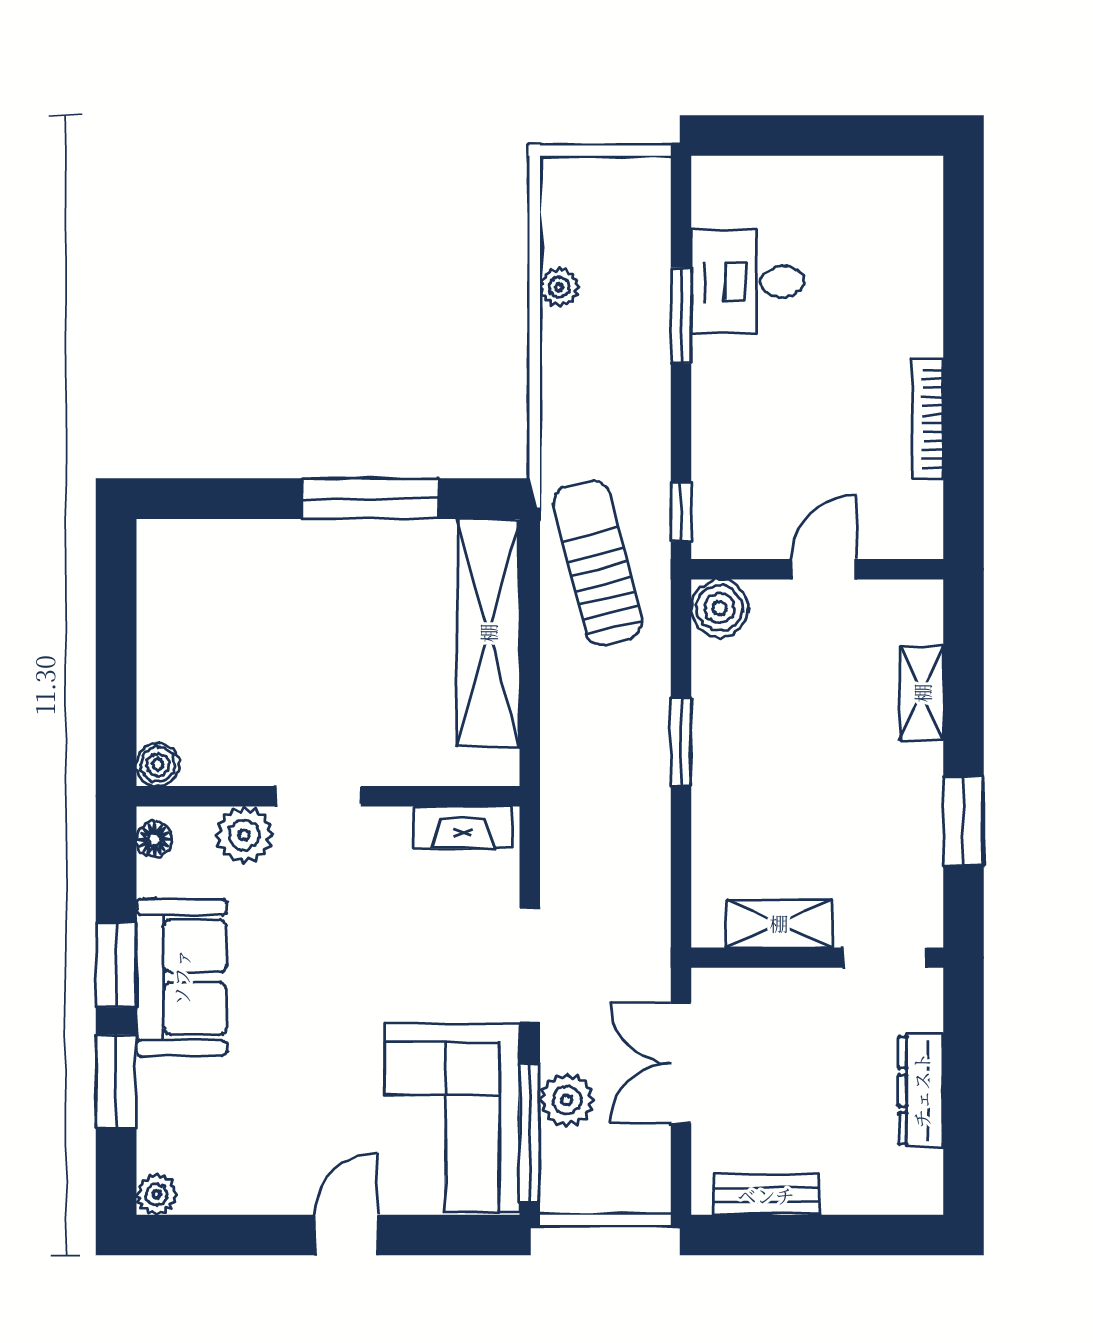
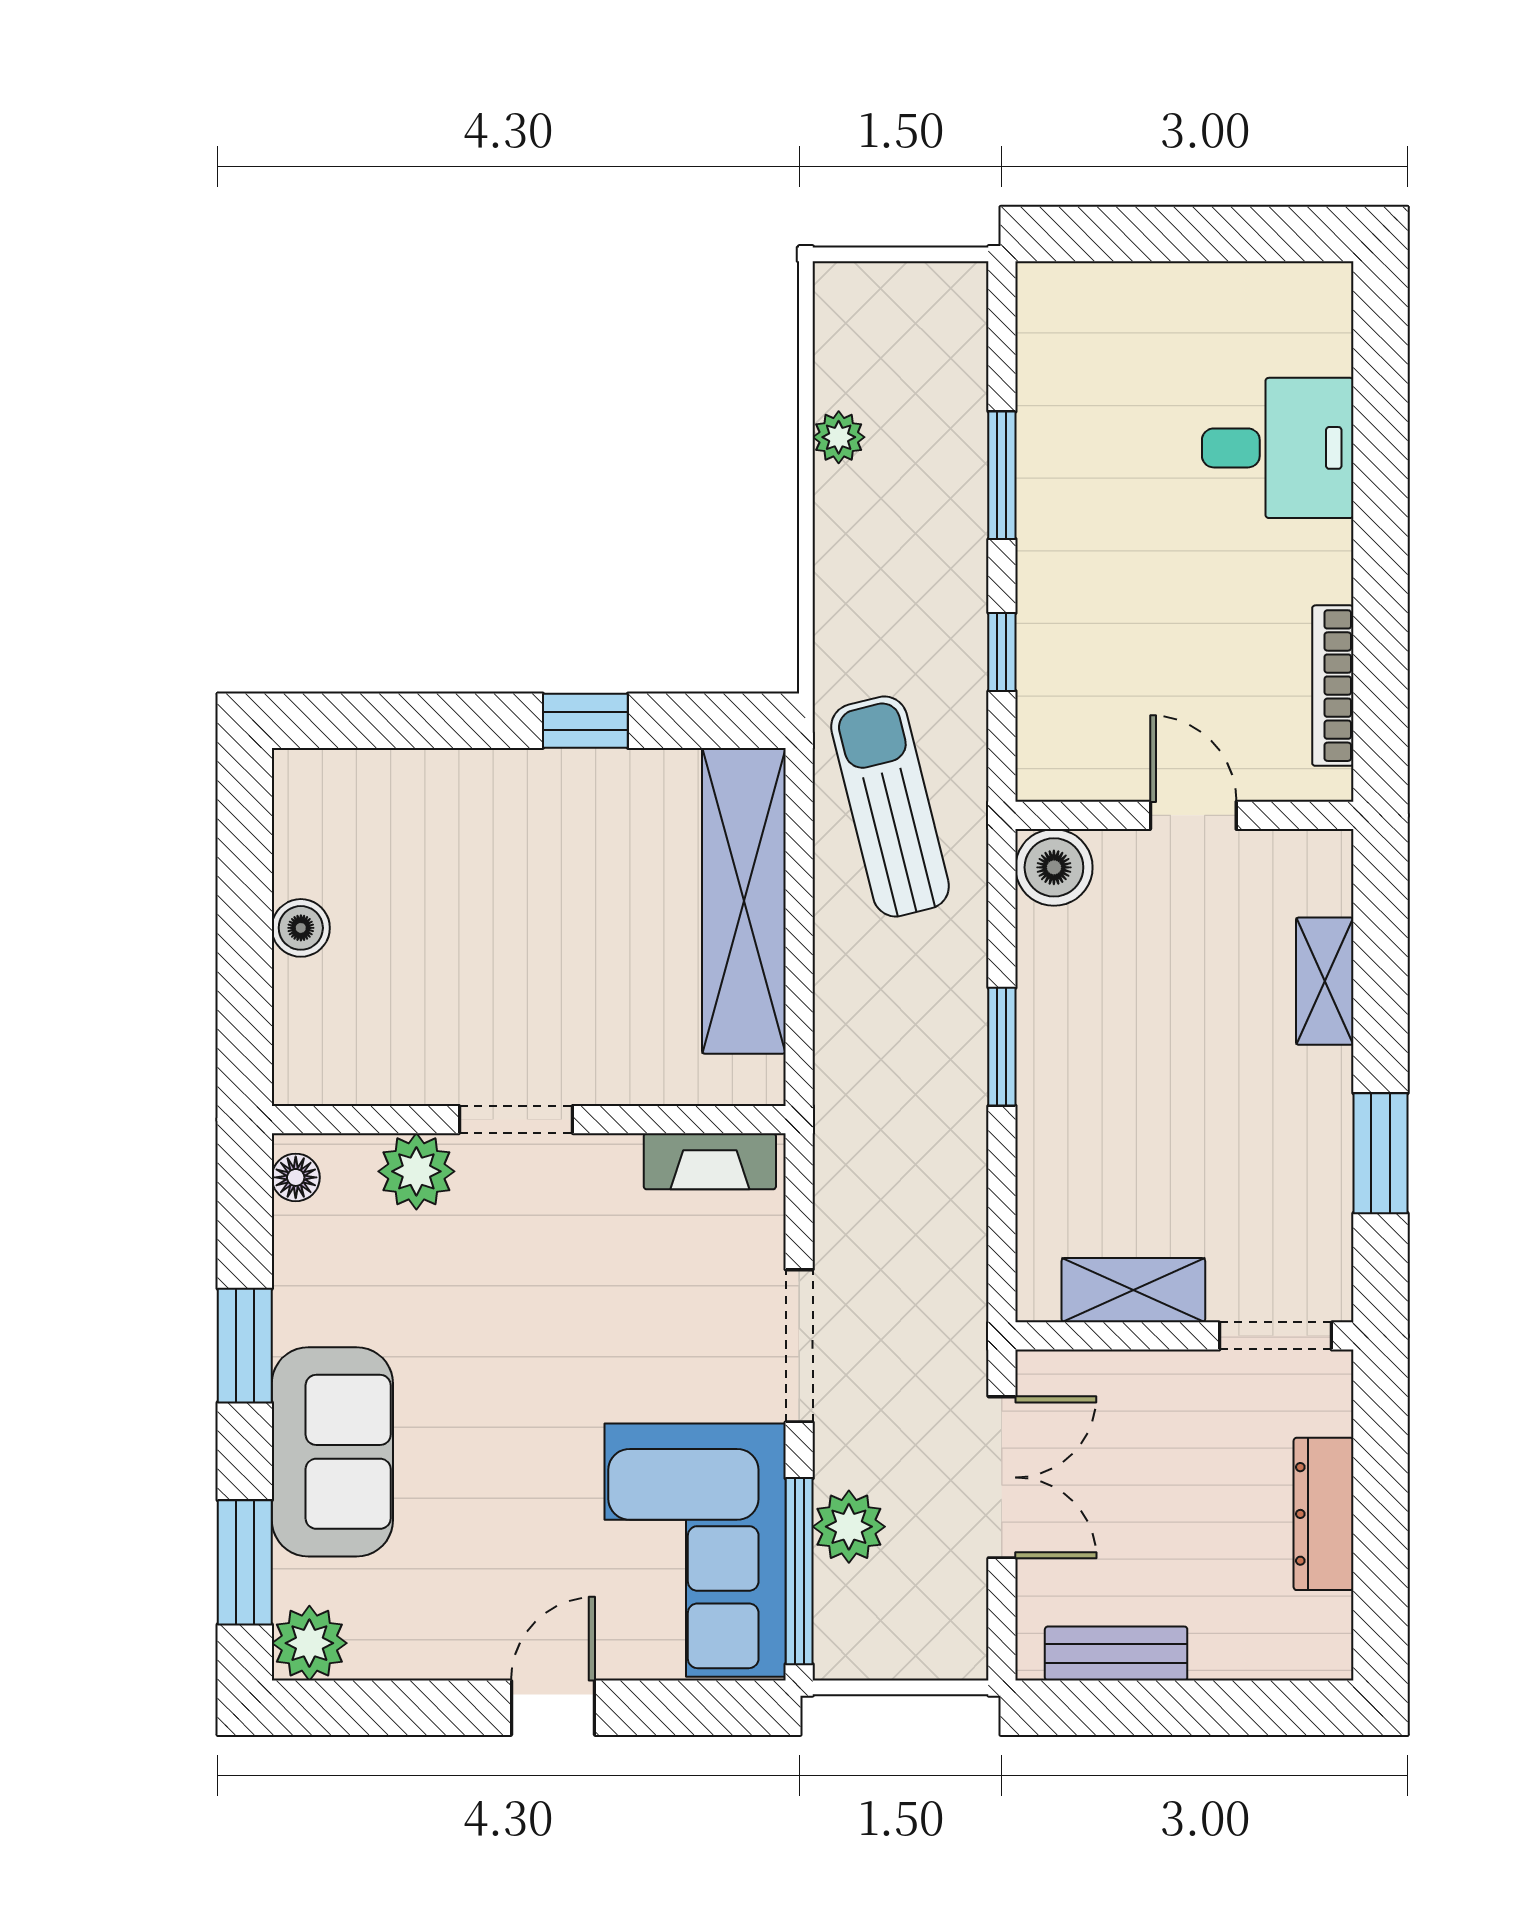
desk: (748, 282) -> (1278, 448), moved, turned 180
bookcase: (928, 419) -> (1333, 686), moved
window: (370, 499) -> (585, 721), width x0.46
window: (681, 512) -> (1002, 652), moved
door: (824, 569) -> (1193, 815), hinge flipped
boiler: (158, 765) -> (301, 928), moved
sofa: (181, 977) -> (332, 1452), moved
double door: (681, 1063) -> (1002, 1477), swing flipped
window: (116, 1081) -> (245, 1562), moved
plant: (157, 1194) -> (309, 1643), width x1.38, depth x1.38

